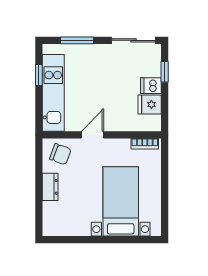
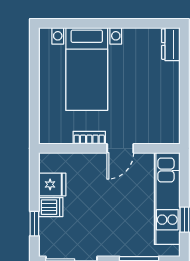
bookcase: (145, 144) -> (89, 138), moved
chair: (60, 154) -> (159, 125), removed
dresser: (50, 187) -> (171, 44), moved

